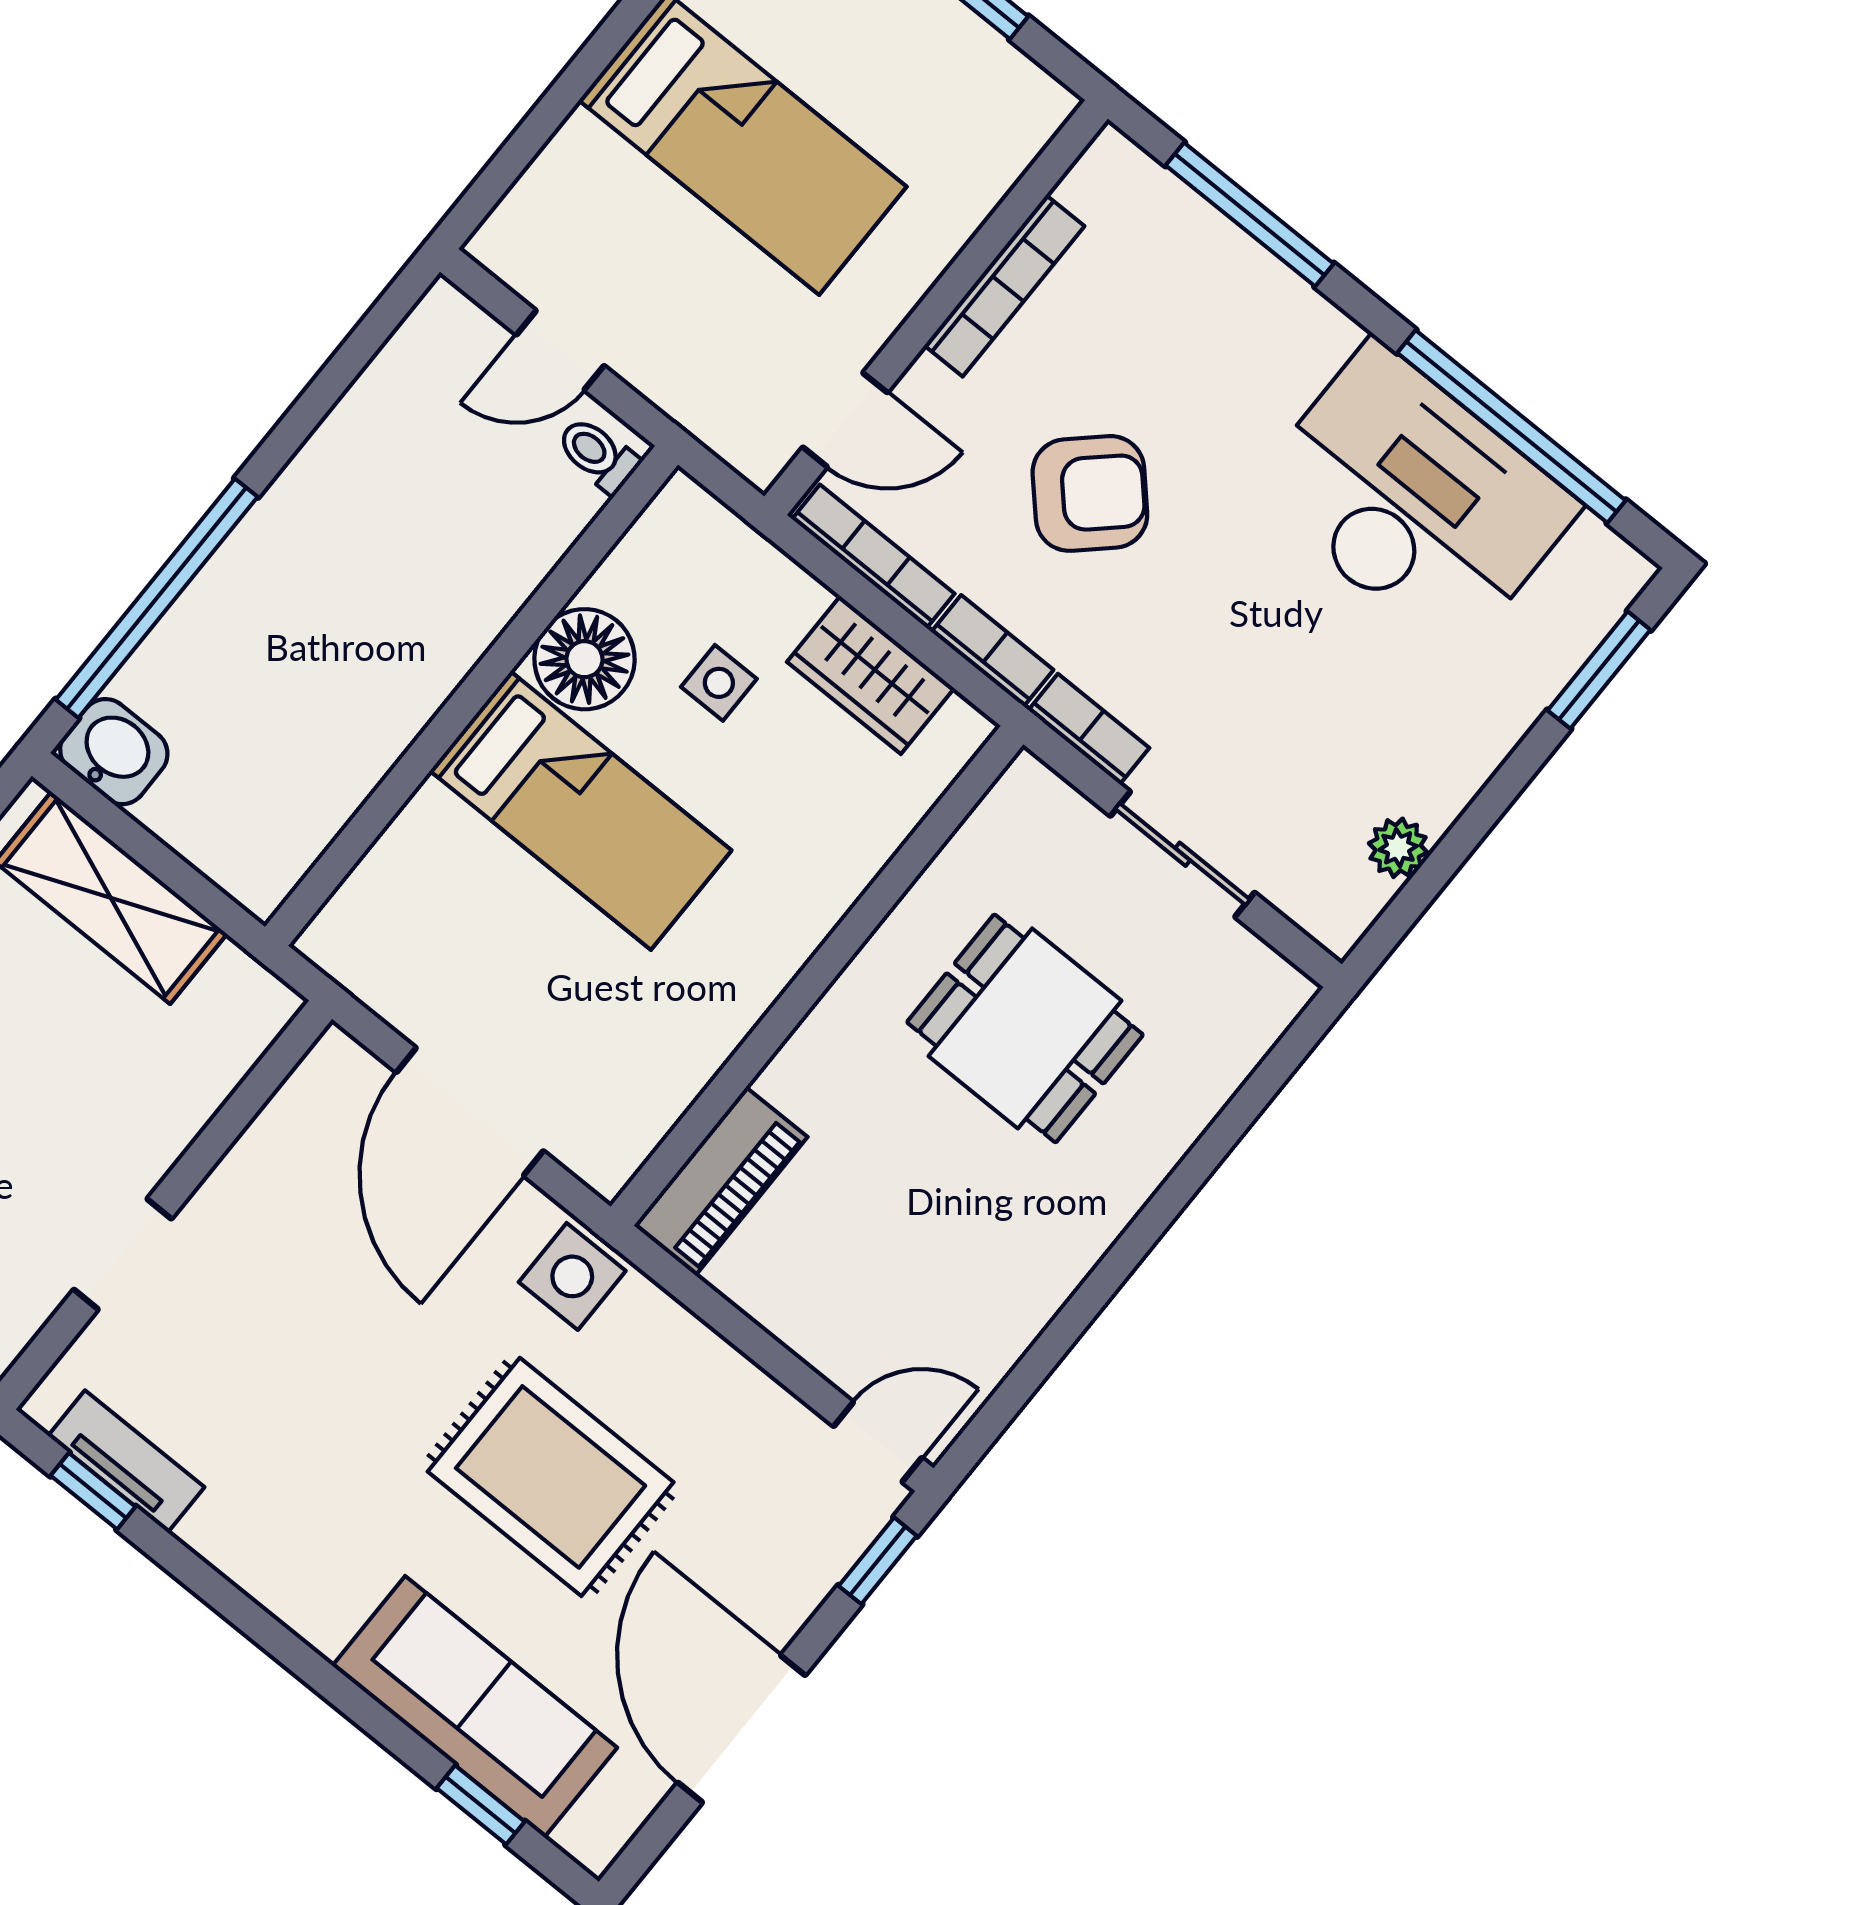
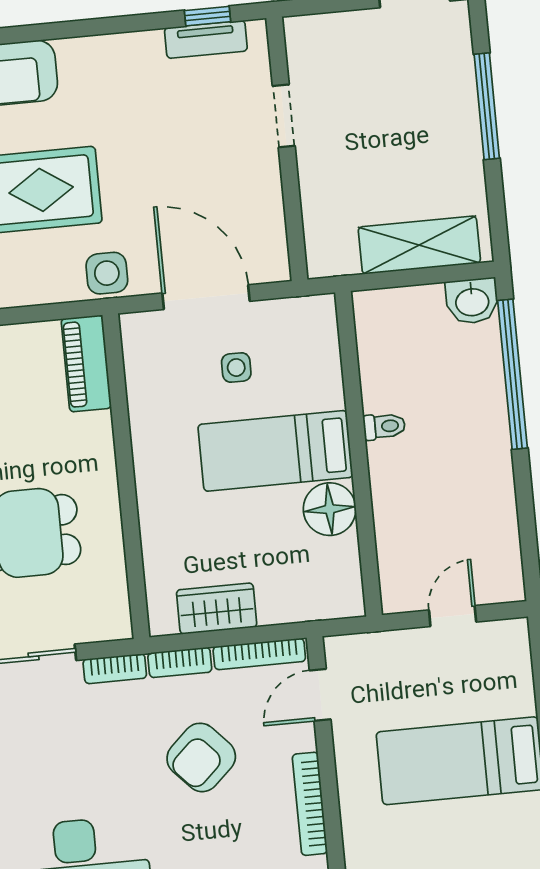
toilet: (598, 455) -> (384, 426), moved
side table: (719, 683) -> (236, 368), moved

